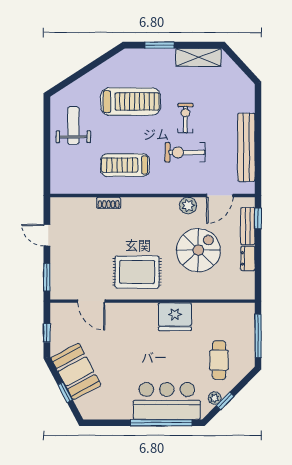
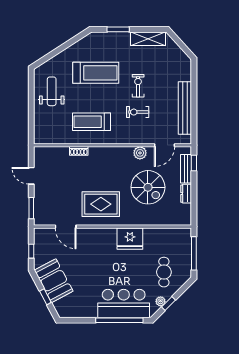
exercise bike: (185, 152) -> (138, 112), width x0.73, depth x0.72
spiral stairs: (198, 250) -> (148, 187), turned 90

